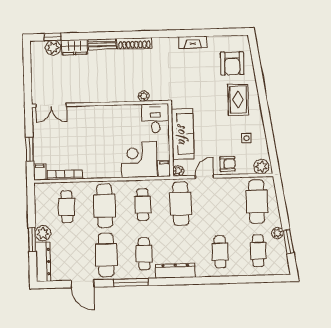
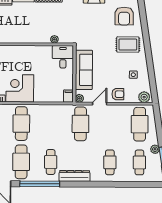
rug: (238, 100) -> (128, 44), turned 90
corner desk: (139, 160) -> (20, 88), moved
cafe table: (143, 205) -> (51, 124), removed
window: (131, 282) -> (40, 184), width x1.46

